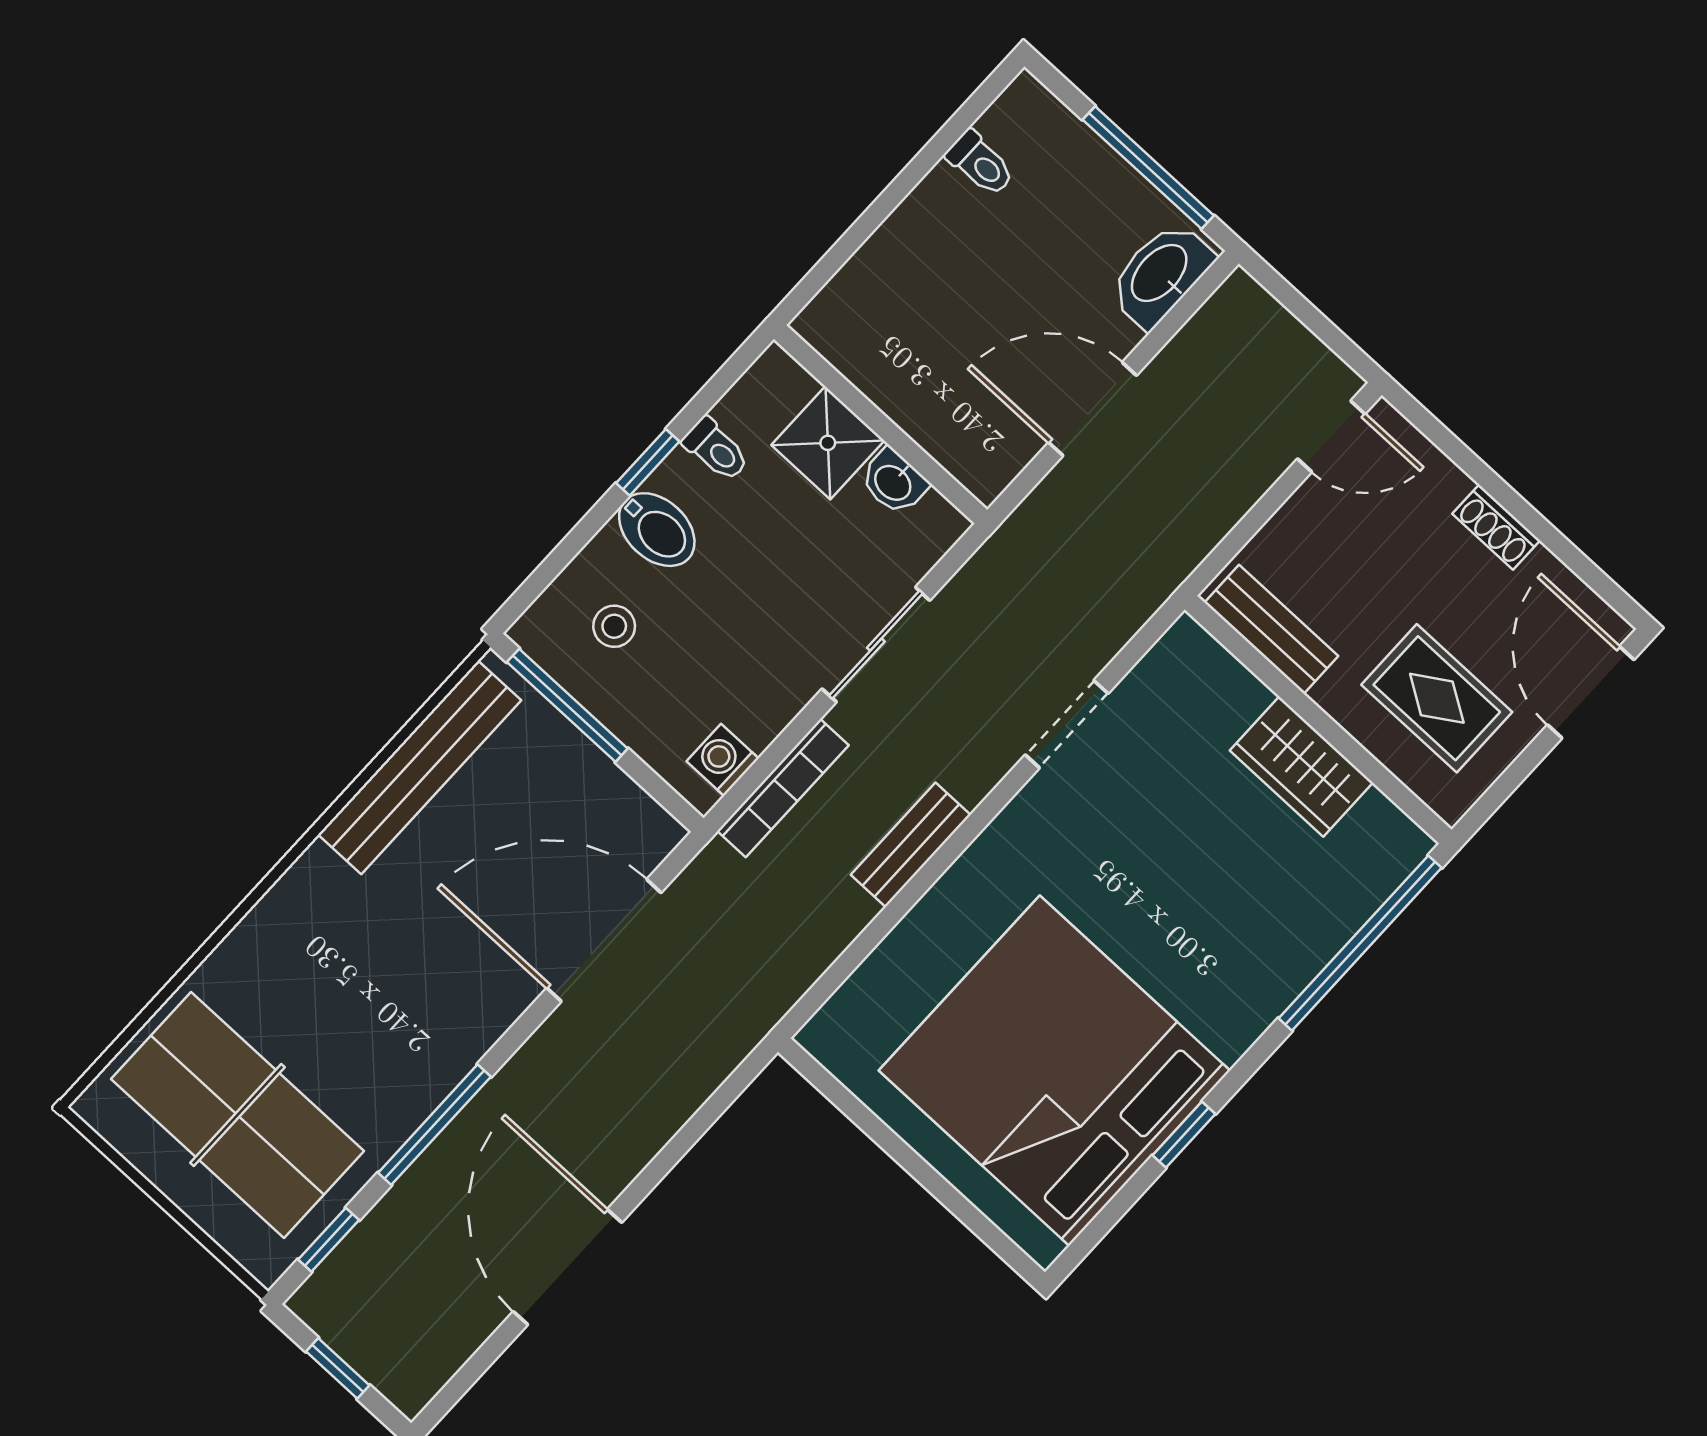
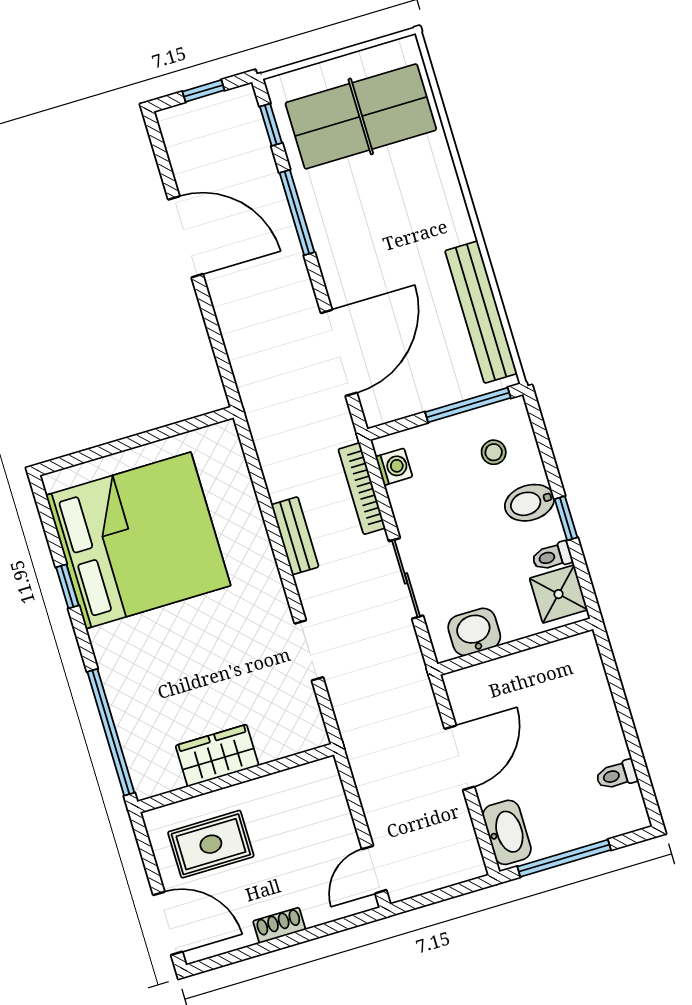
shower: (828, 443) -> (559, 594), moved
washbasin: (894, 482) -> (474, 632), width x1.38, depth x1.45
bench: (1271, 629) -> (295, 782), removed

